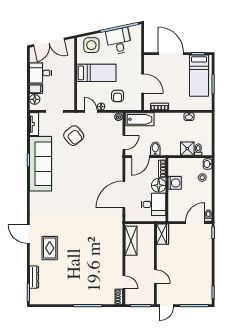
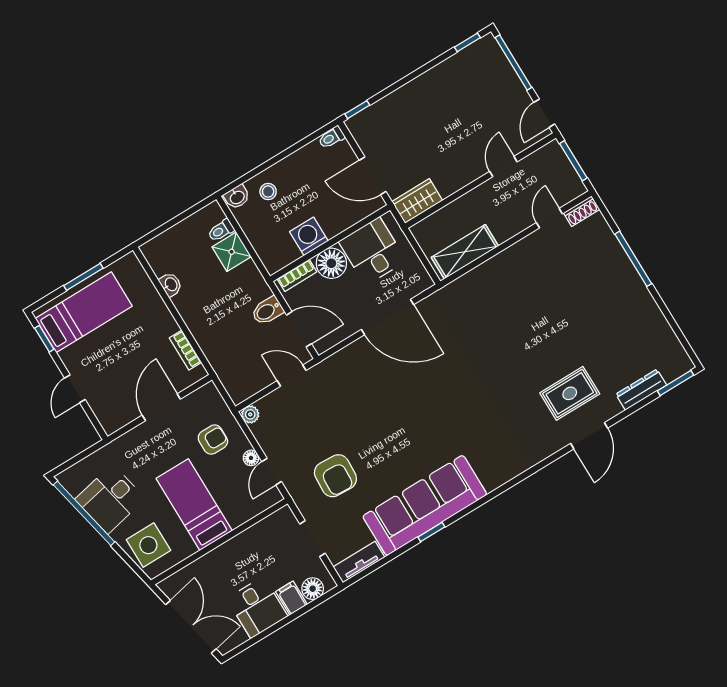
door: (171, 54) -> (75, 389), width x0.53
bathtub: (140, 119) -> (231, 372), removed
armchair: (74, 136) -> (335, 476), turned 132
door: (195, 223) -> (373, 176), moved
door: (28, 234) -> (589, 436), moved
door: (167, 306) -> (544, 113), swing flipped

